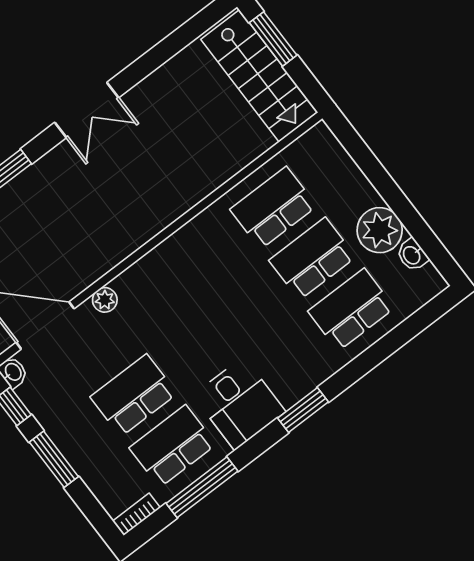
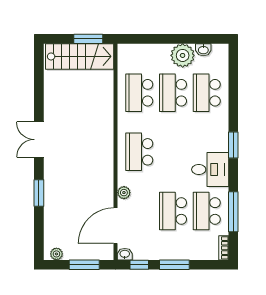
window: (273, 39) -> (88, 39), moved
double door: (87, 110) -> (39, 140), swing flipped
school desk: (184, 276) -> (139, 152), added

